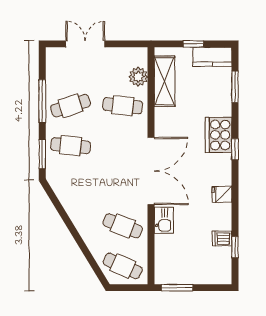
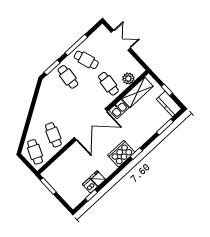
cooker: (219, 135) -> (121, 154), moved
fridge: (222, 194) -> (98, 178), moved
kitchen sink: (164, 220) -> (119, 109), moved

